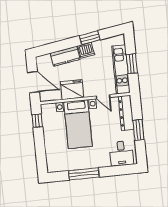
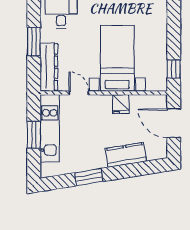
dishwasher: (86, 50) -> (96, 160), removed
fridge: (72, 90) -> (121, 104), width x0.53, depth x0.75

